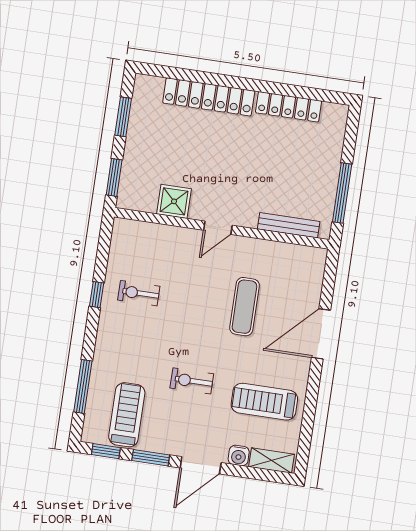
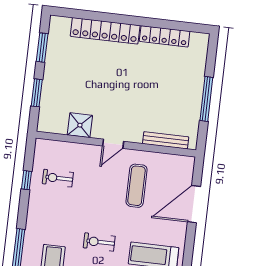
shower: (174, 201) -> (80, 125), moved
bench: (289, 225) -> (166, 140), moved
door: (218, 228) -> (113, 144), moved
wall: (222, 228) -> (116, 144), moved

